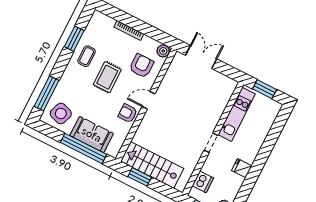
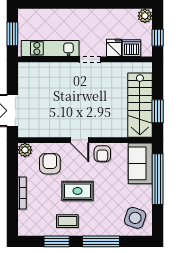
armchair: (141, 66) -> (50, 164), turned 90
window: (47, 93) -> (101, 241), moved
sofa: (92, 134) -> (140, 163), moved
fridge: (242, 168) -> (114, 48), moved, turned 180

